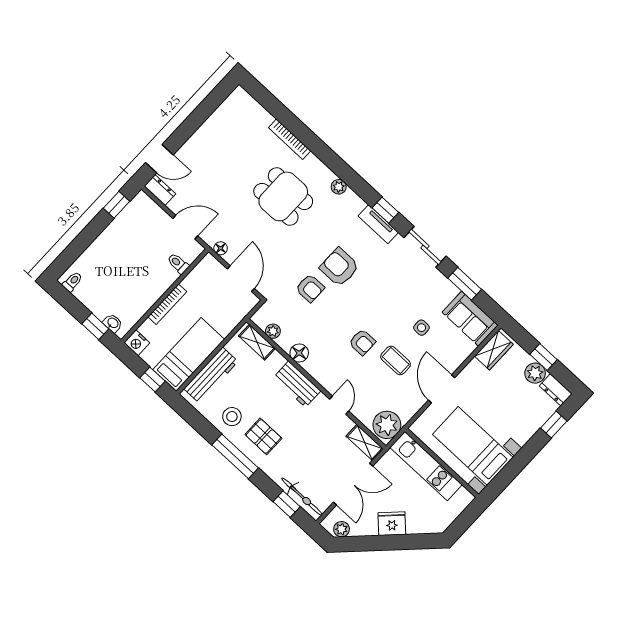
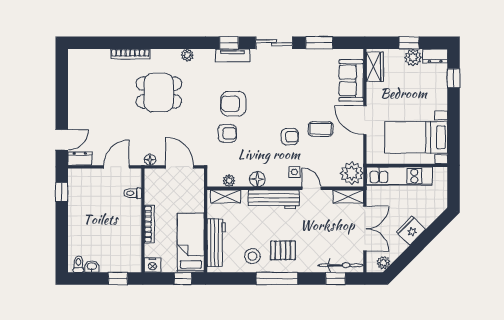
sofa: (470, 319) -> (351, 81), moved, turned 90
washbasin: (113, 323) -> (92, 267), moved
side table: (421, 328) -> (294, 172), moved
workbench: (297, 384) -> (274, 199), width x1.37

